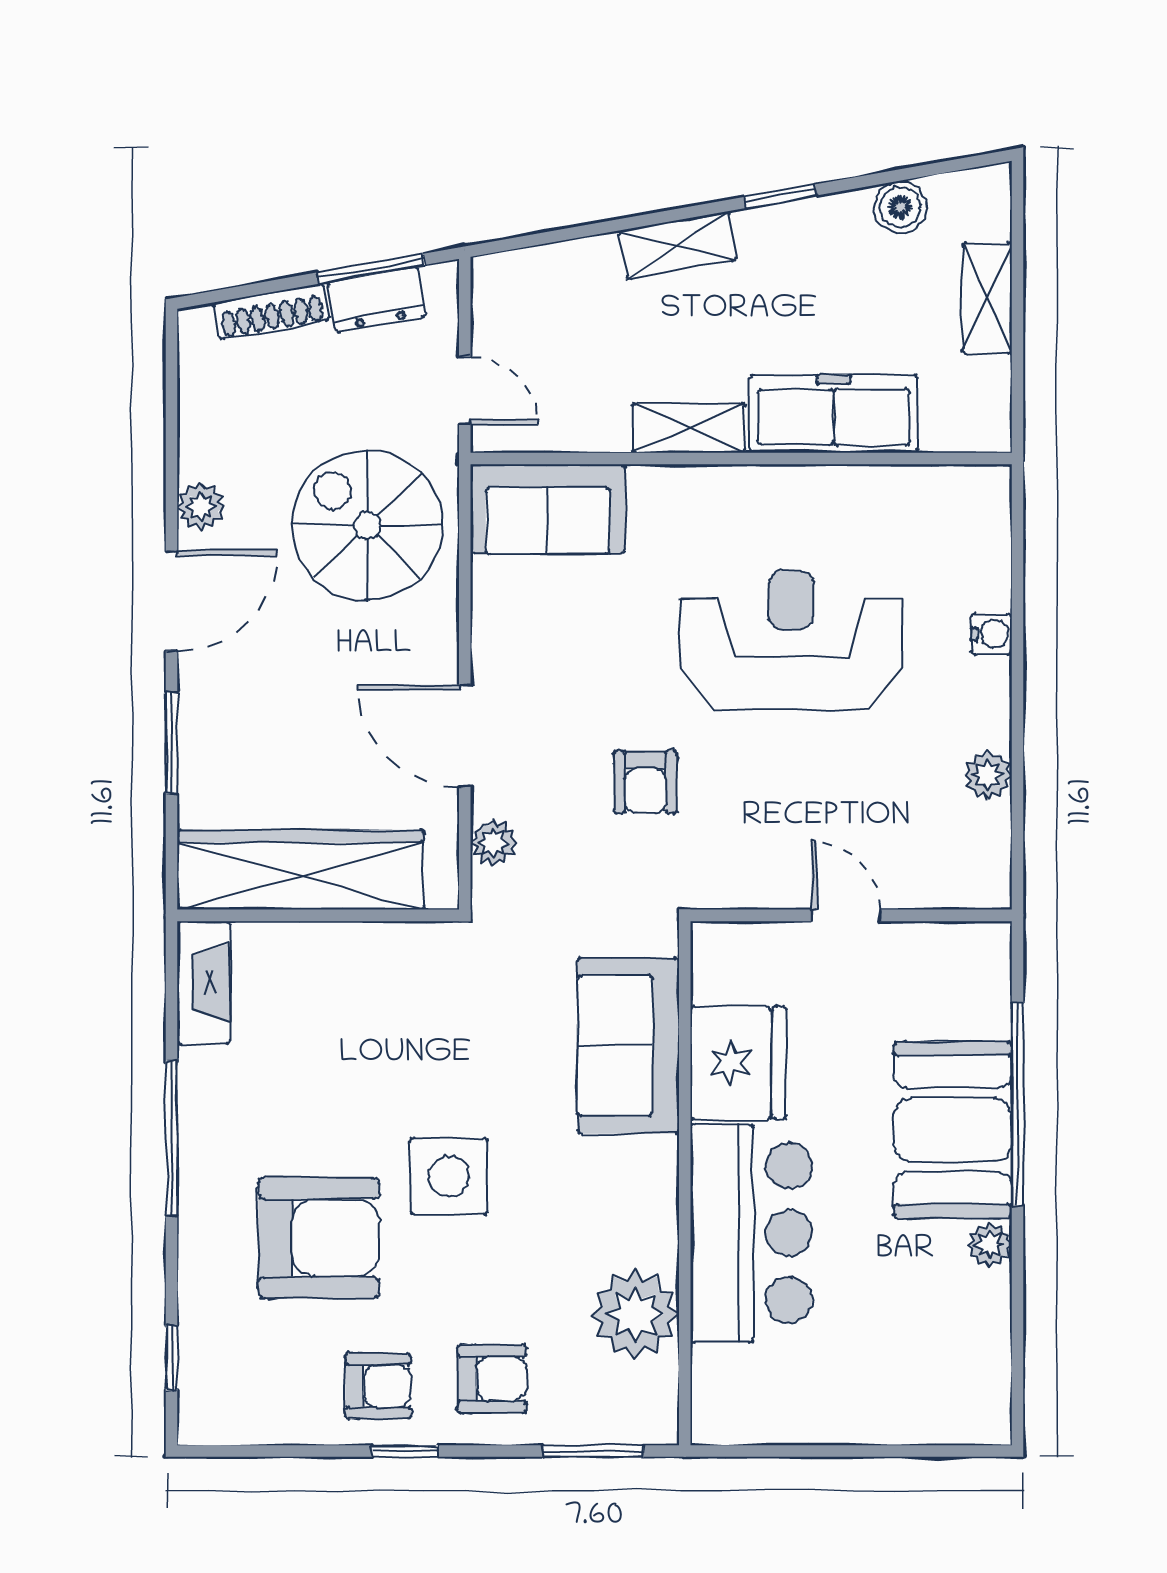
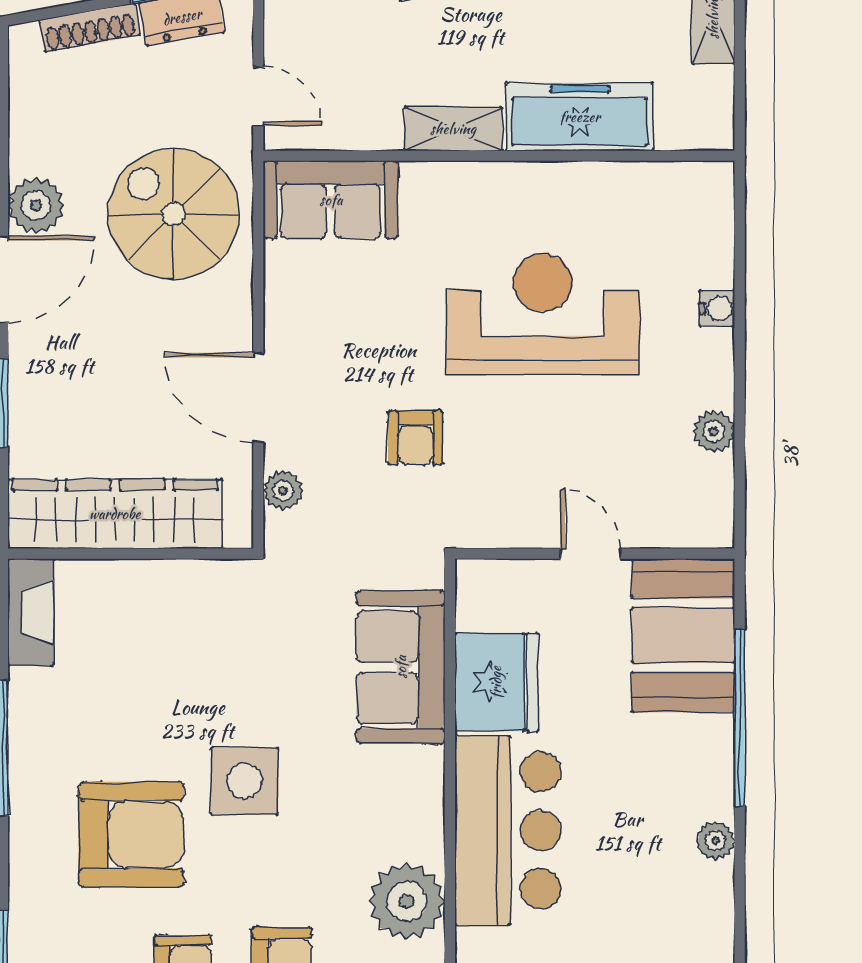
plant: (201, 507) -> (36, 205), width x1.38, depth x1.38
booth: (953, 1130) -> (683, 635), moved

